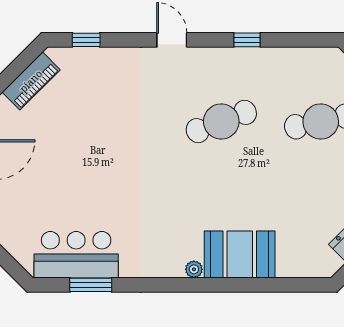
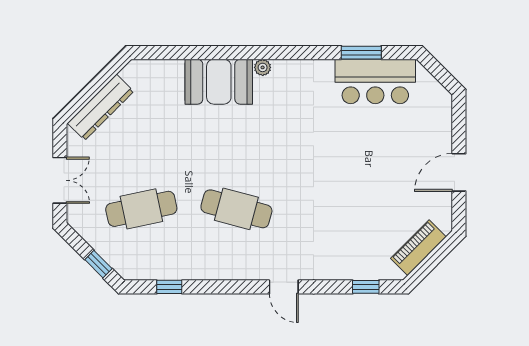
window: (247, 40) -> (169, 287), moved
cafe table: (221, 122) -> (236, 209), turned 36

